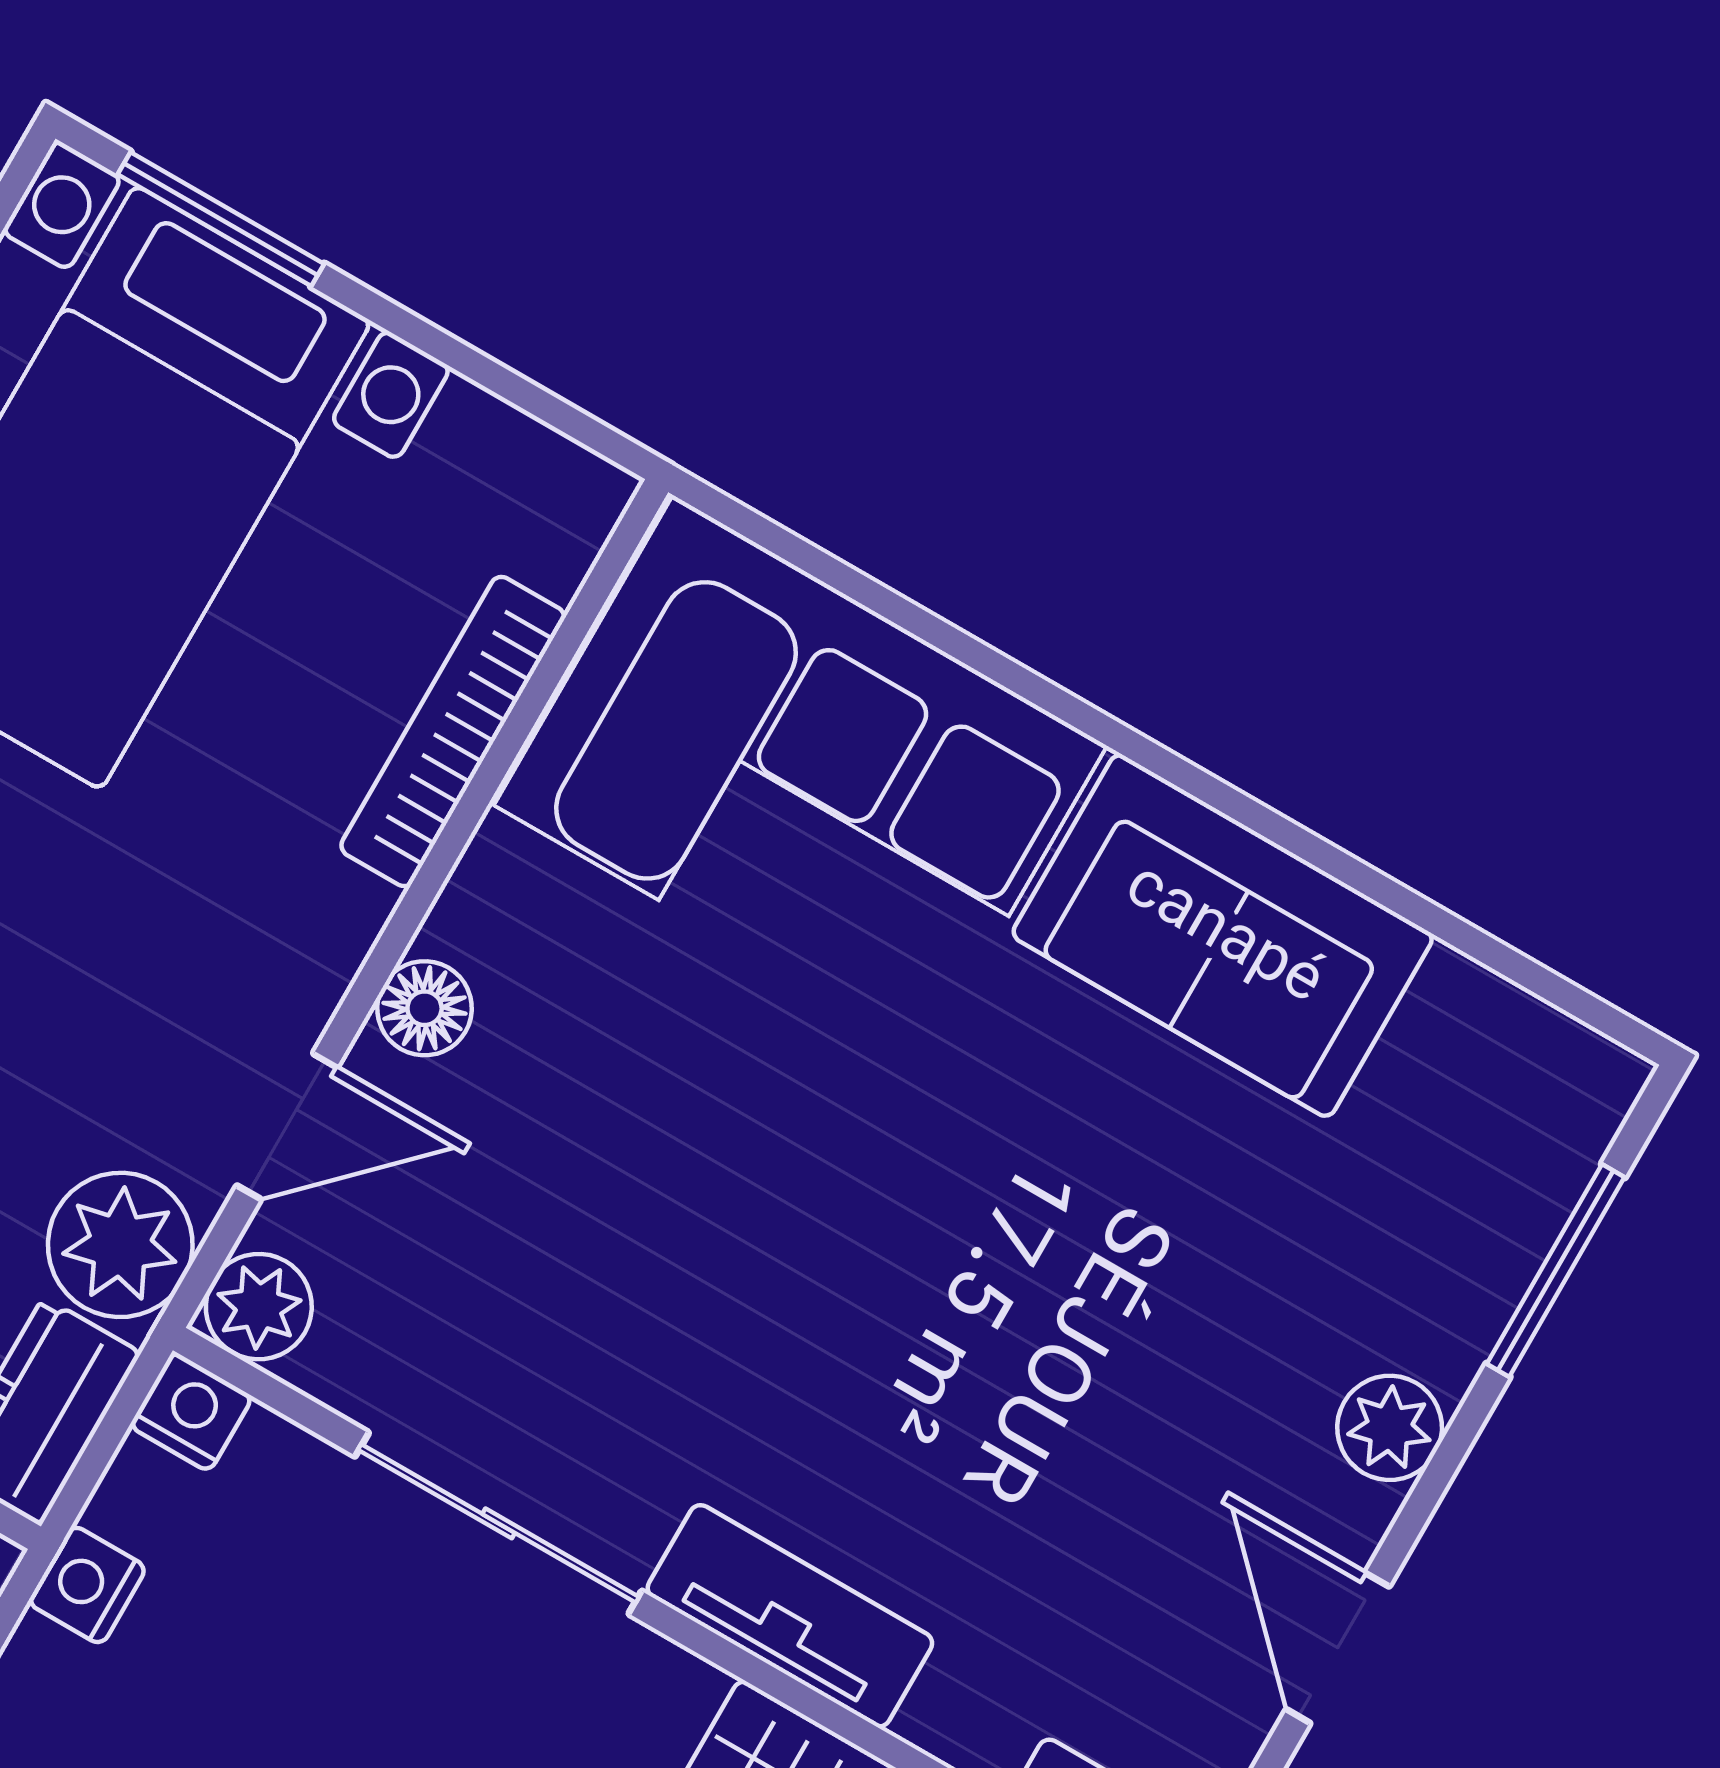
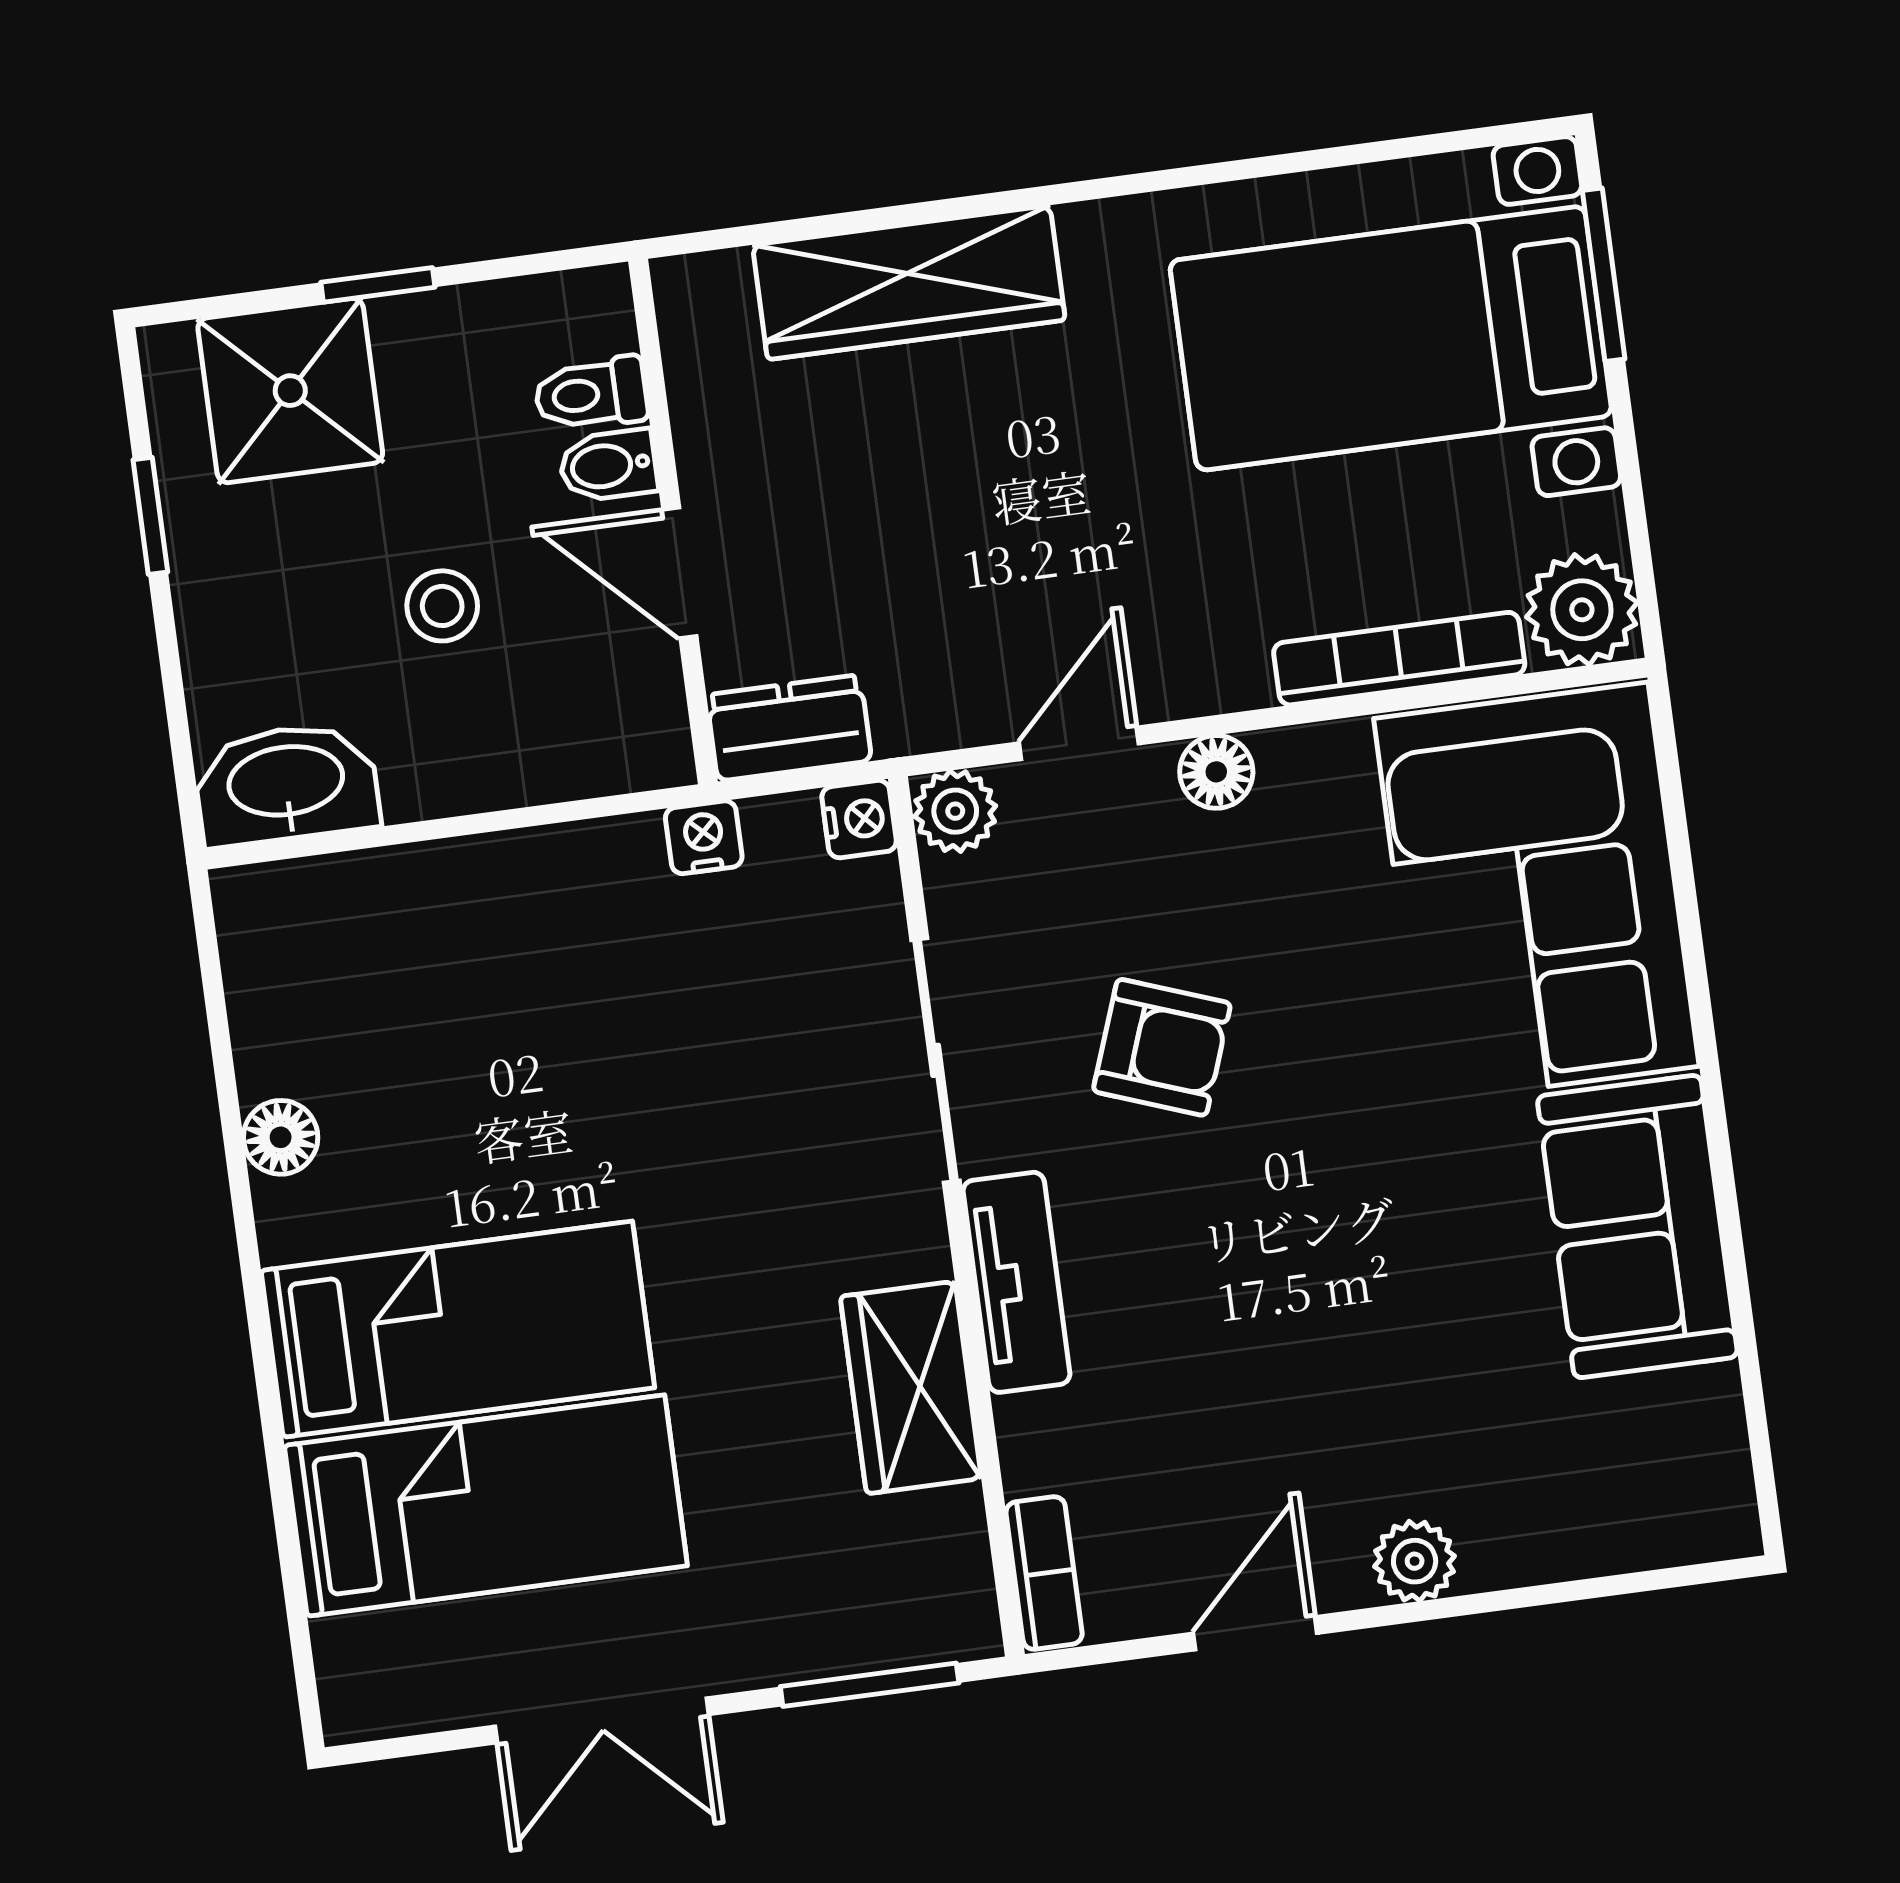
door: (287, 1127) -> (1079, 743), swing flipped
plant: (120, 1245) -> (1582, 610), moved
window: (1556, 1270) -> (1589, 1589), removed
armchair: (664, 1281) -> (1162, 1047), added

